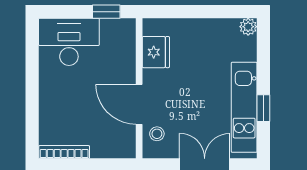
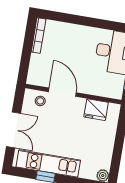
door: (139, 104) -> (62, 92), hinge flipped

